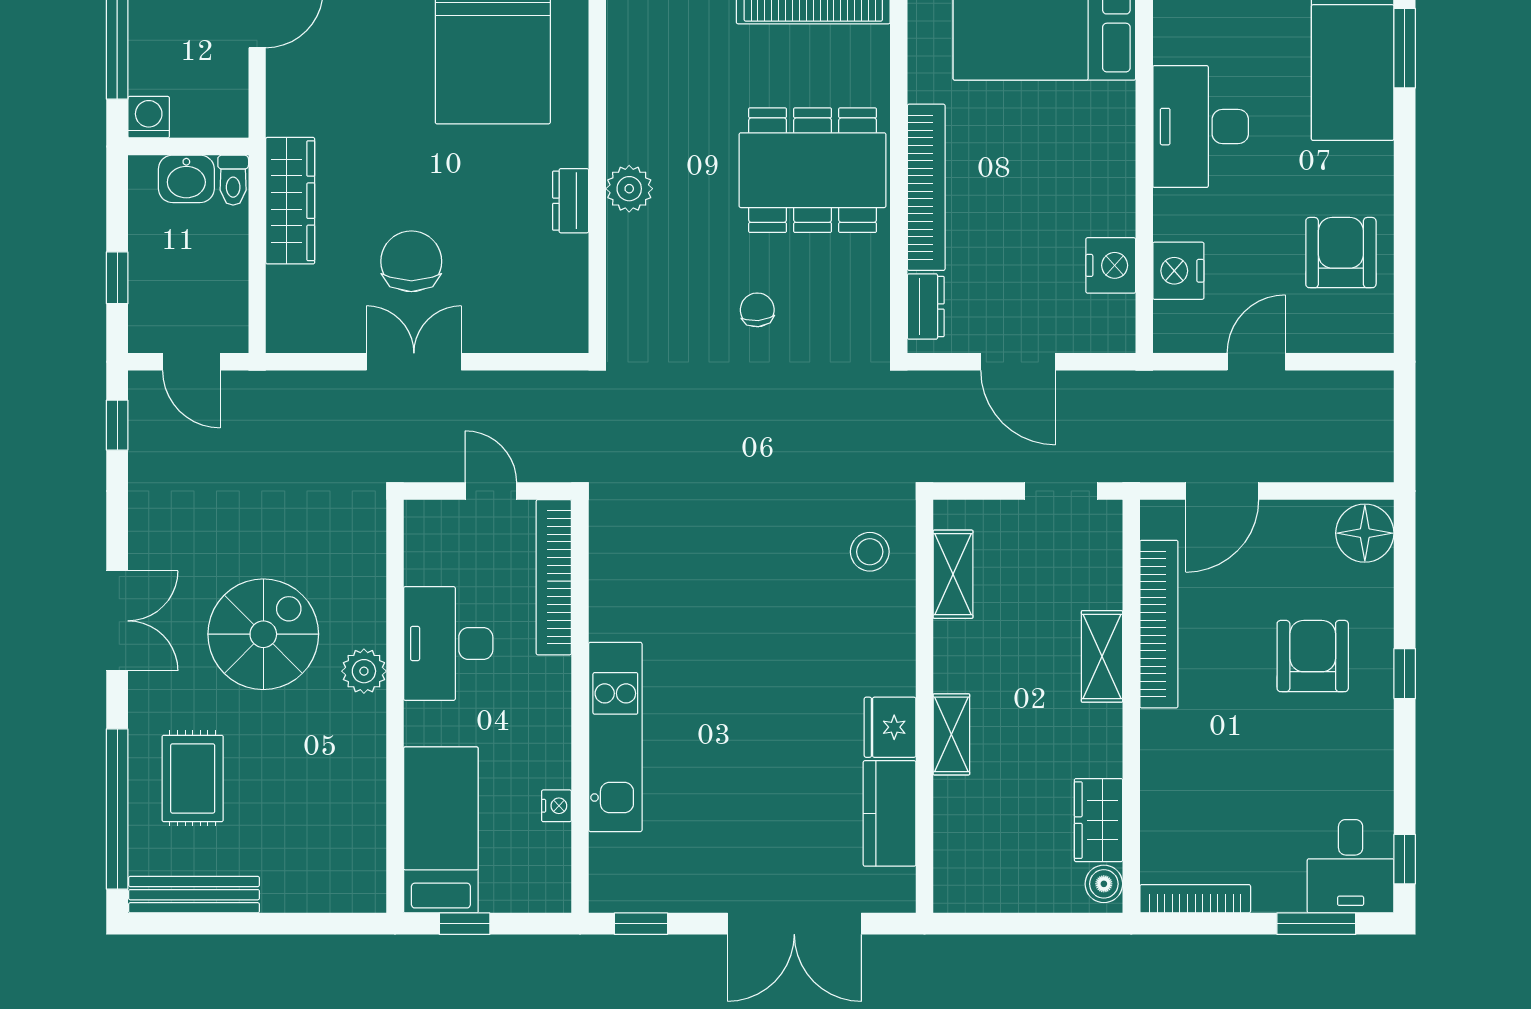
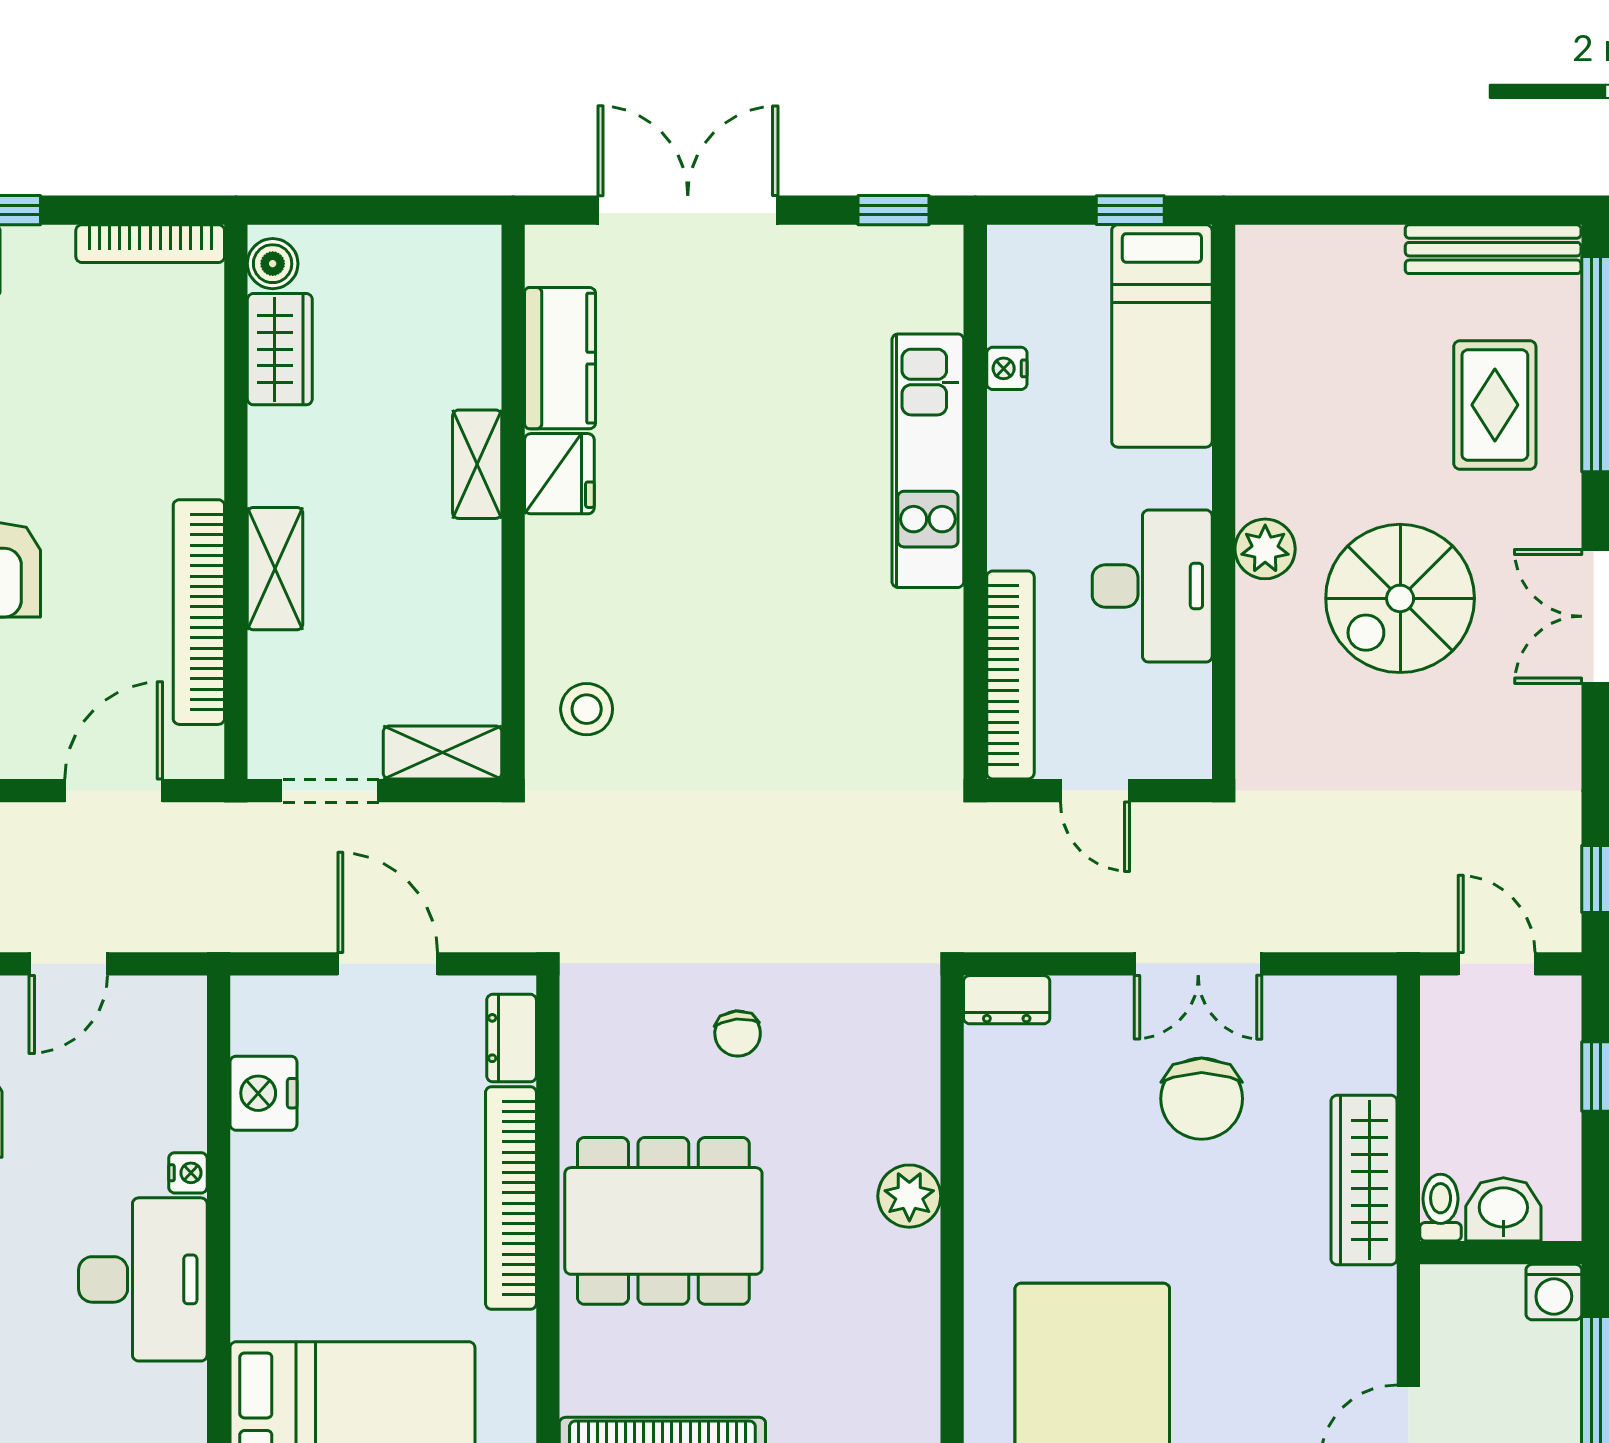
dresser: (571, 201) -> (1007, 1000), moved, turned 90
nightstand: (1178, 271) -> (188, 1173), moved, width x0.53, depth x0.56
shelving: (953, 574) -> (443, 752), moved, turned 90

